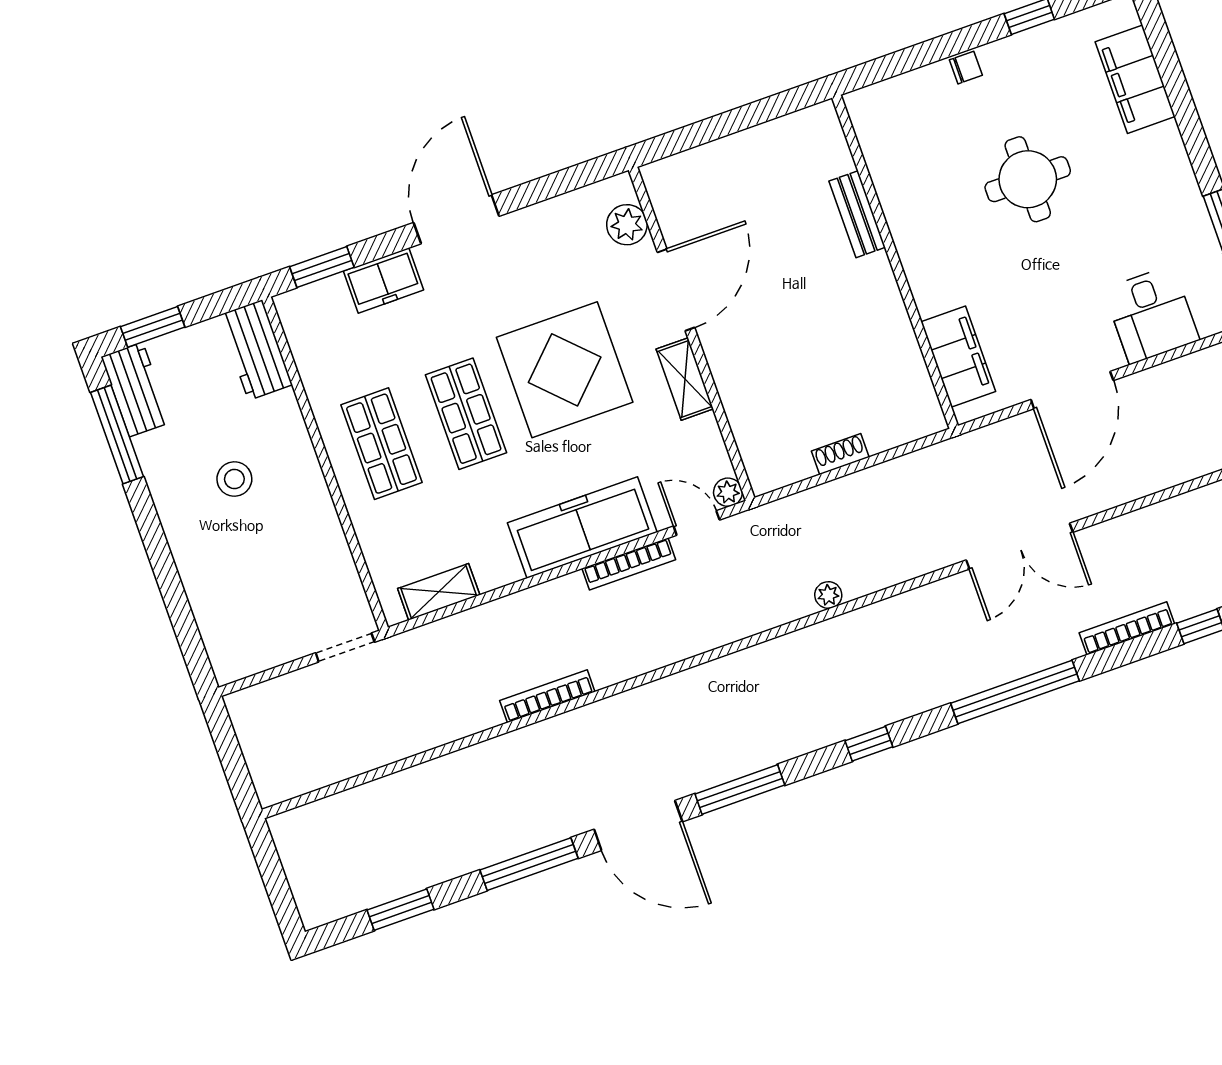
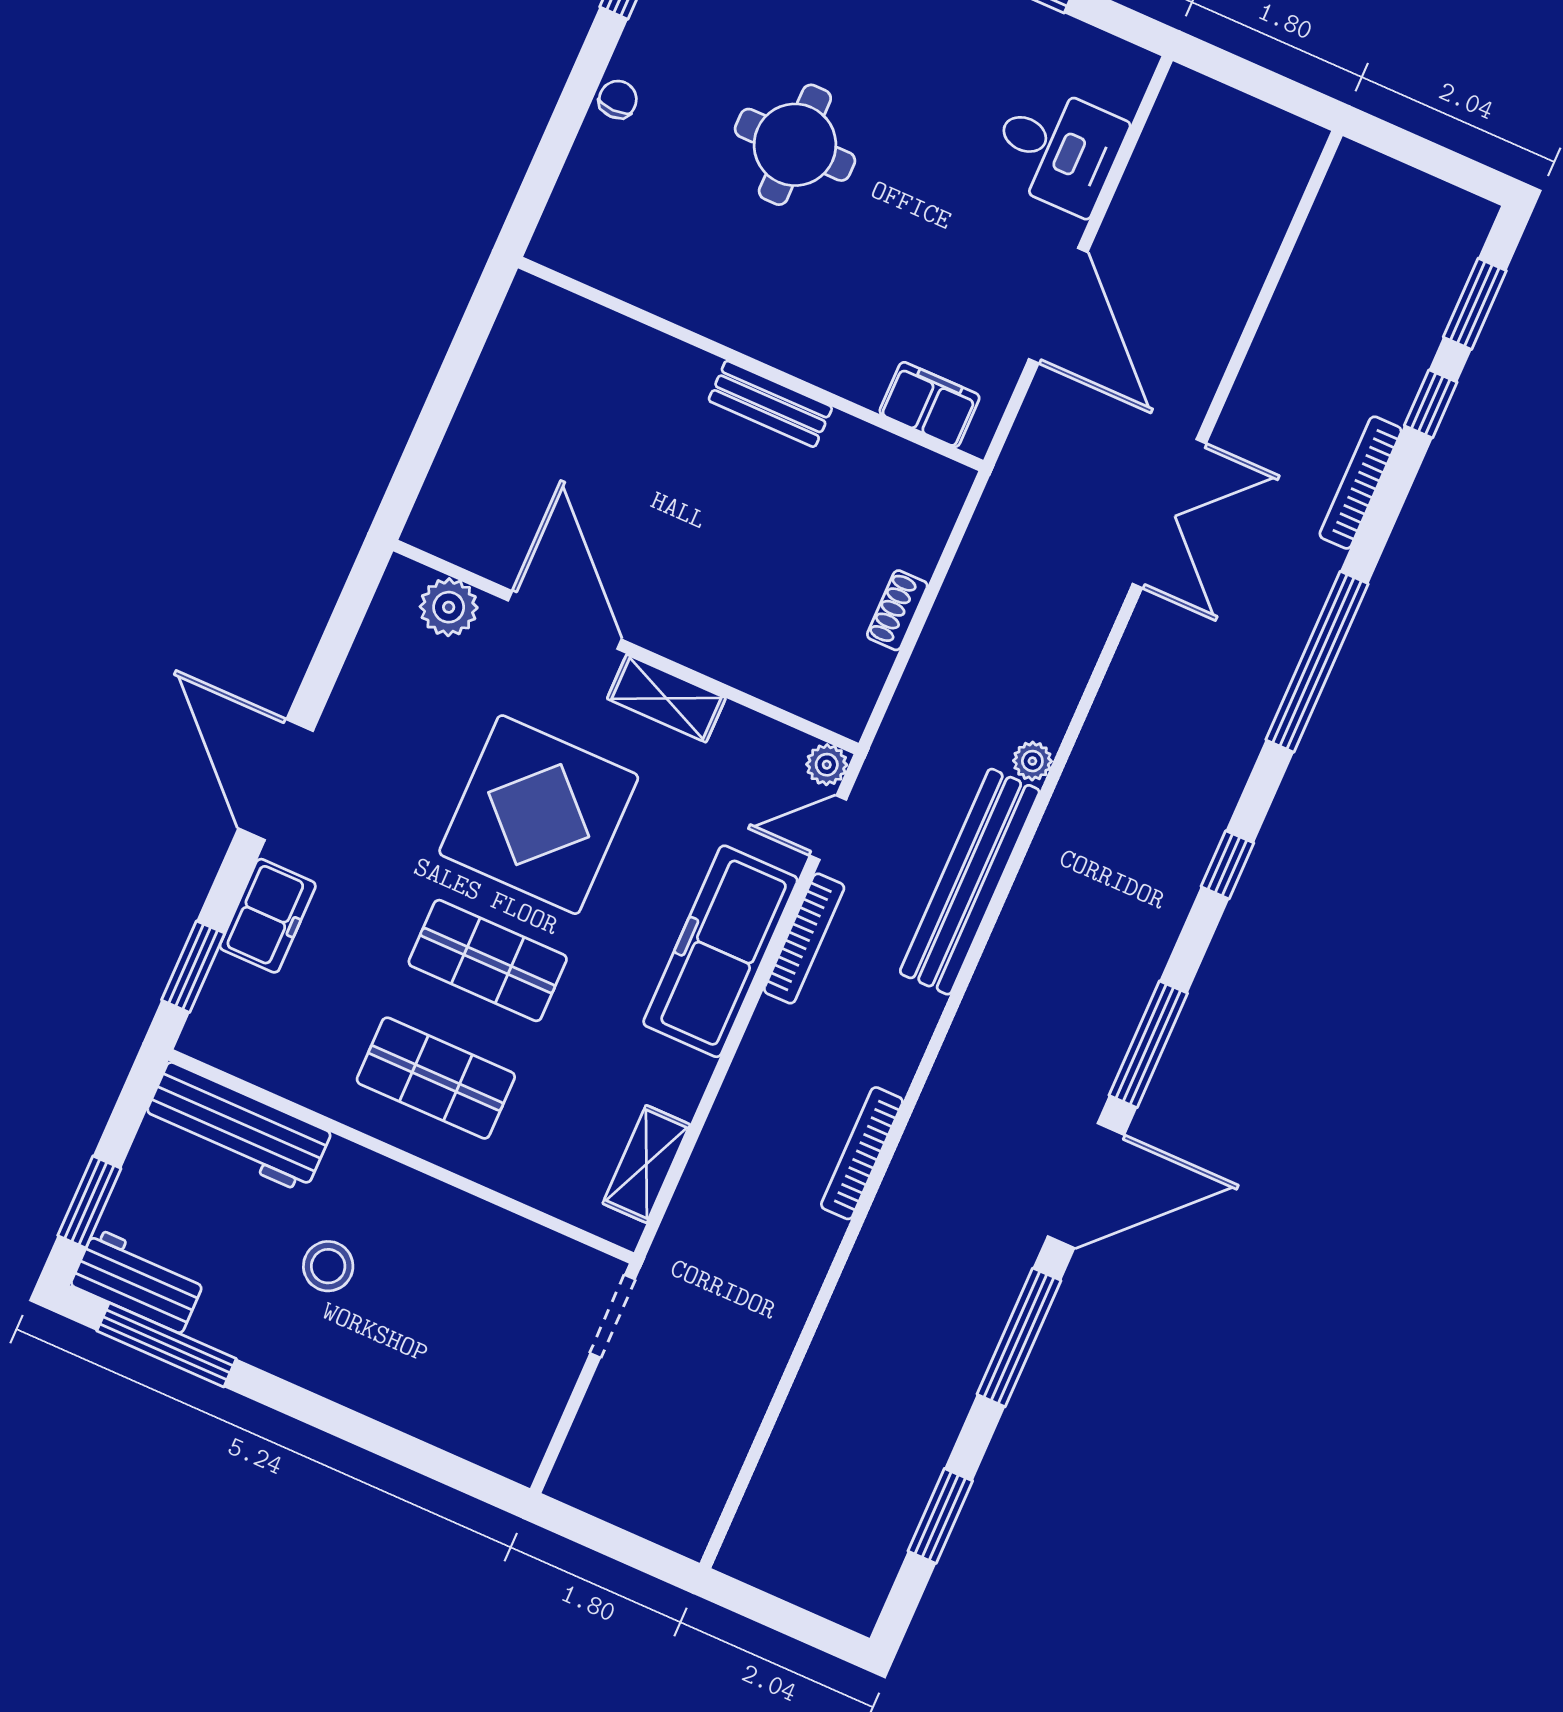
bench: (857, 214) -> (770, 404), moved
workbench: (255, 350) -> (237, 1127), width x1.38
filing cabinet: (958, 357) -> (930, 404), width x0.67, depth x0.86
bench: (737, 621) -> (970, 882), added

